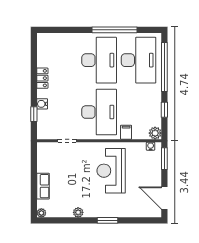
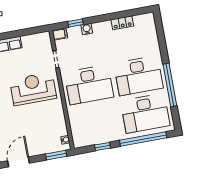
locker: (42, 78) -> (122, 23), moved
filing cabinet: (126, 132) -> (60, 34), moved
plant: (155, 133) -> (79, 142), removed
reception desk: (111, 171) -> (33, 89), moved

